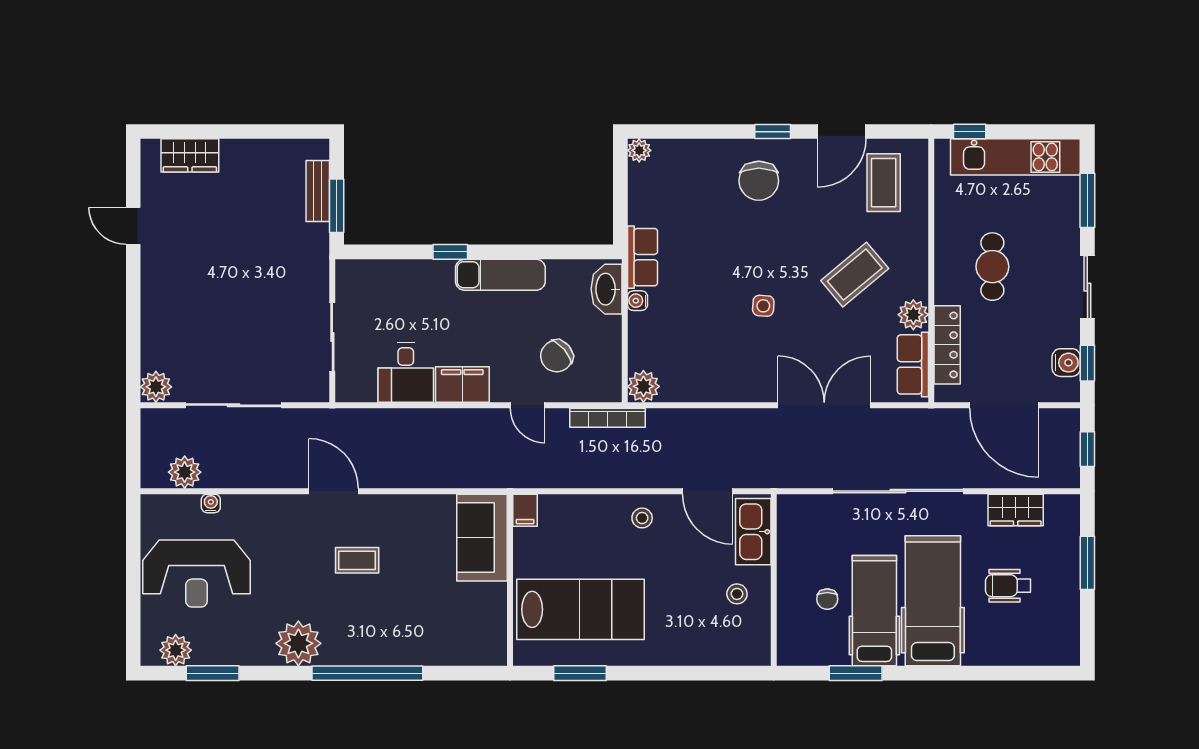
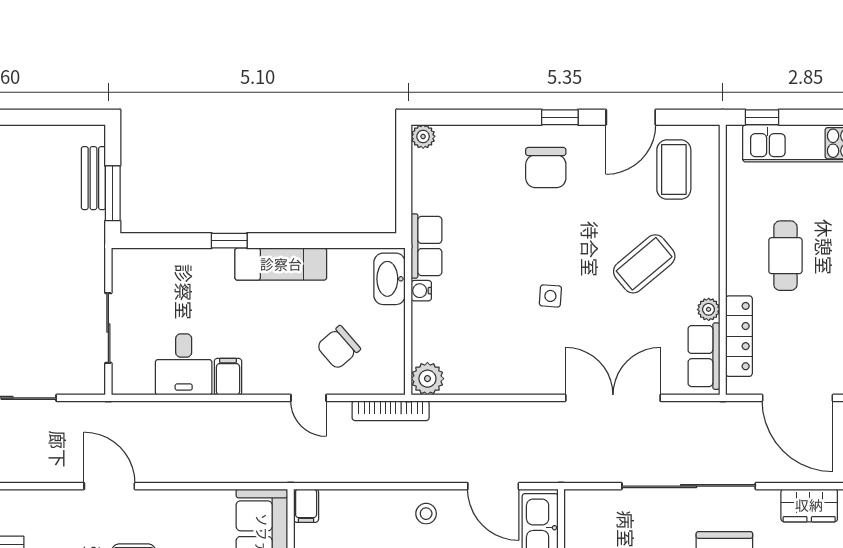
plant: (913, 315) -> (709, 309), width x0.73, depth x0.73
filing cabinet: (462, 385) -> (228, 377), width x0.50

